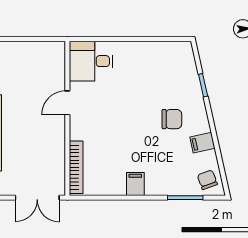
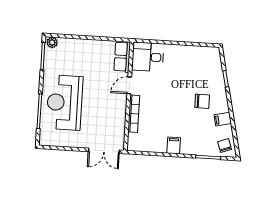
row of seats: (55, 63) -> (122, 57), added
bookcase: (76, 167) -> (134, 114), moved

